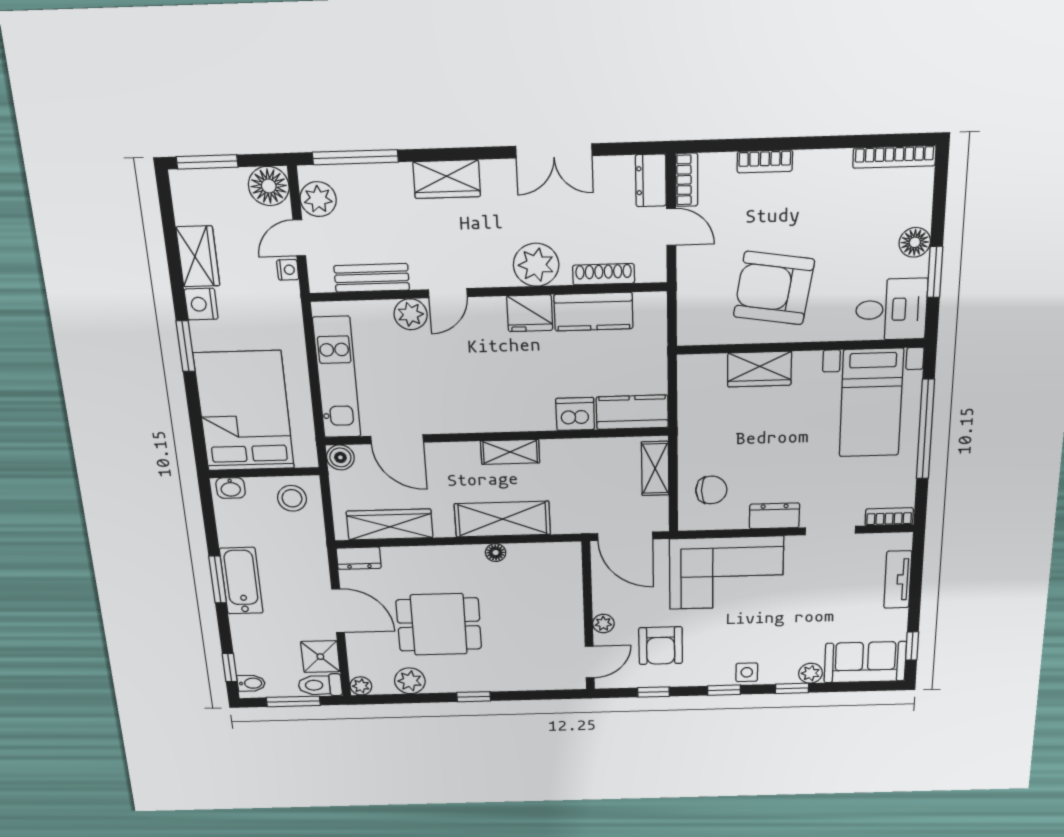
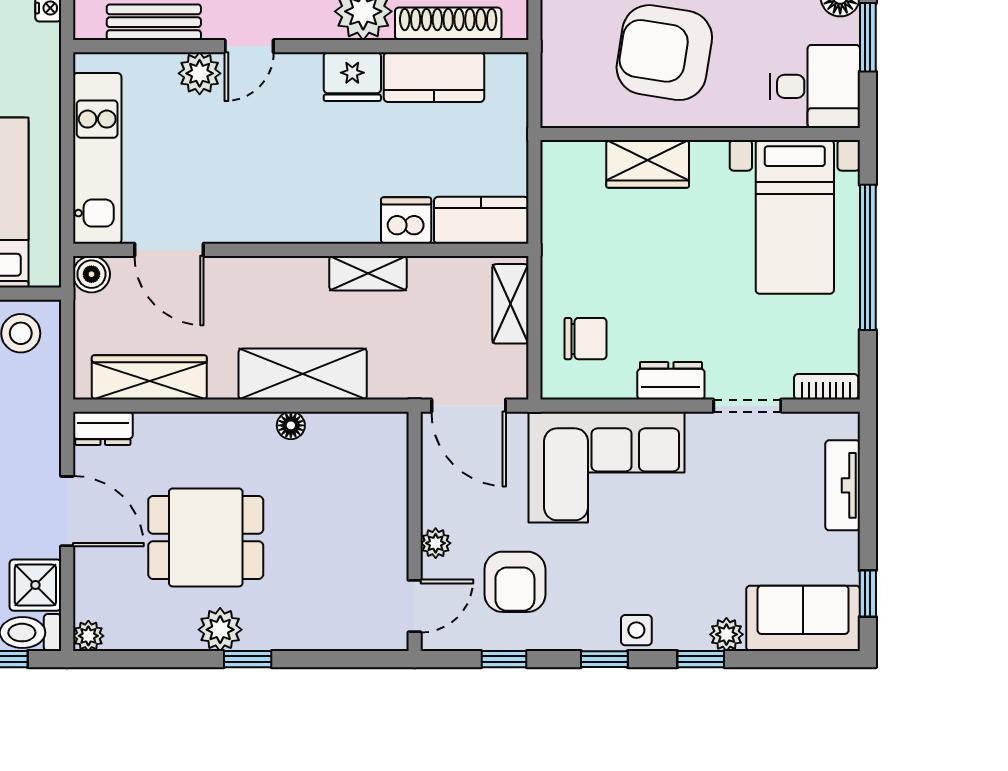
shoe rack: (604, 274) -> (448, 24), width x1.36, depth x1.24
shelving: (510, 452) -> (368, 273), moved
plant: (410, 681) -> (220, 630), moved

